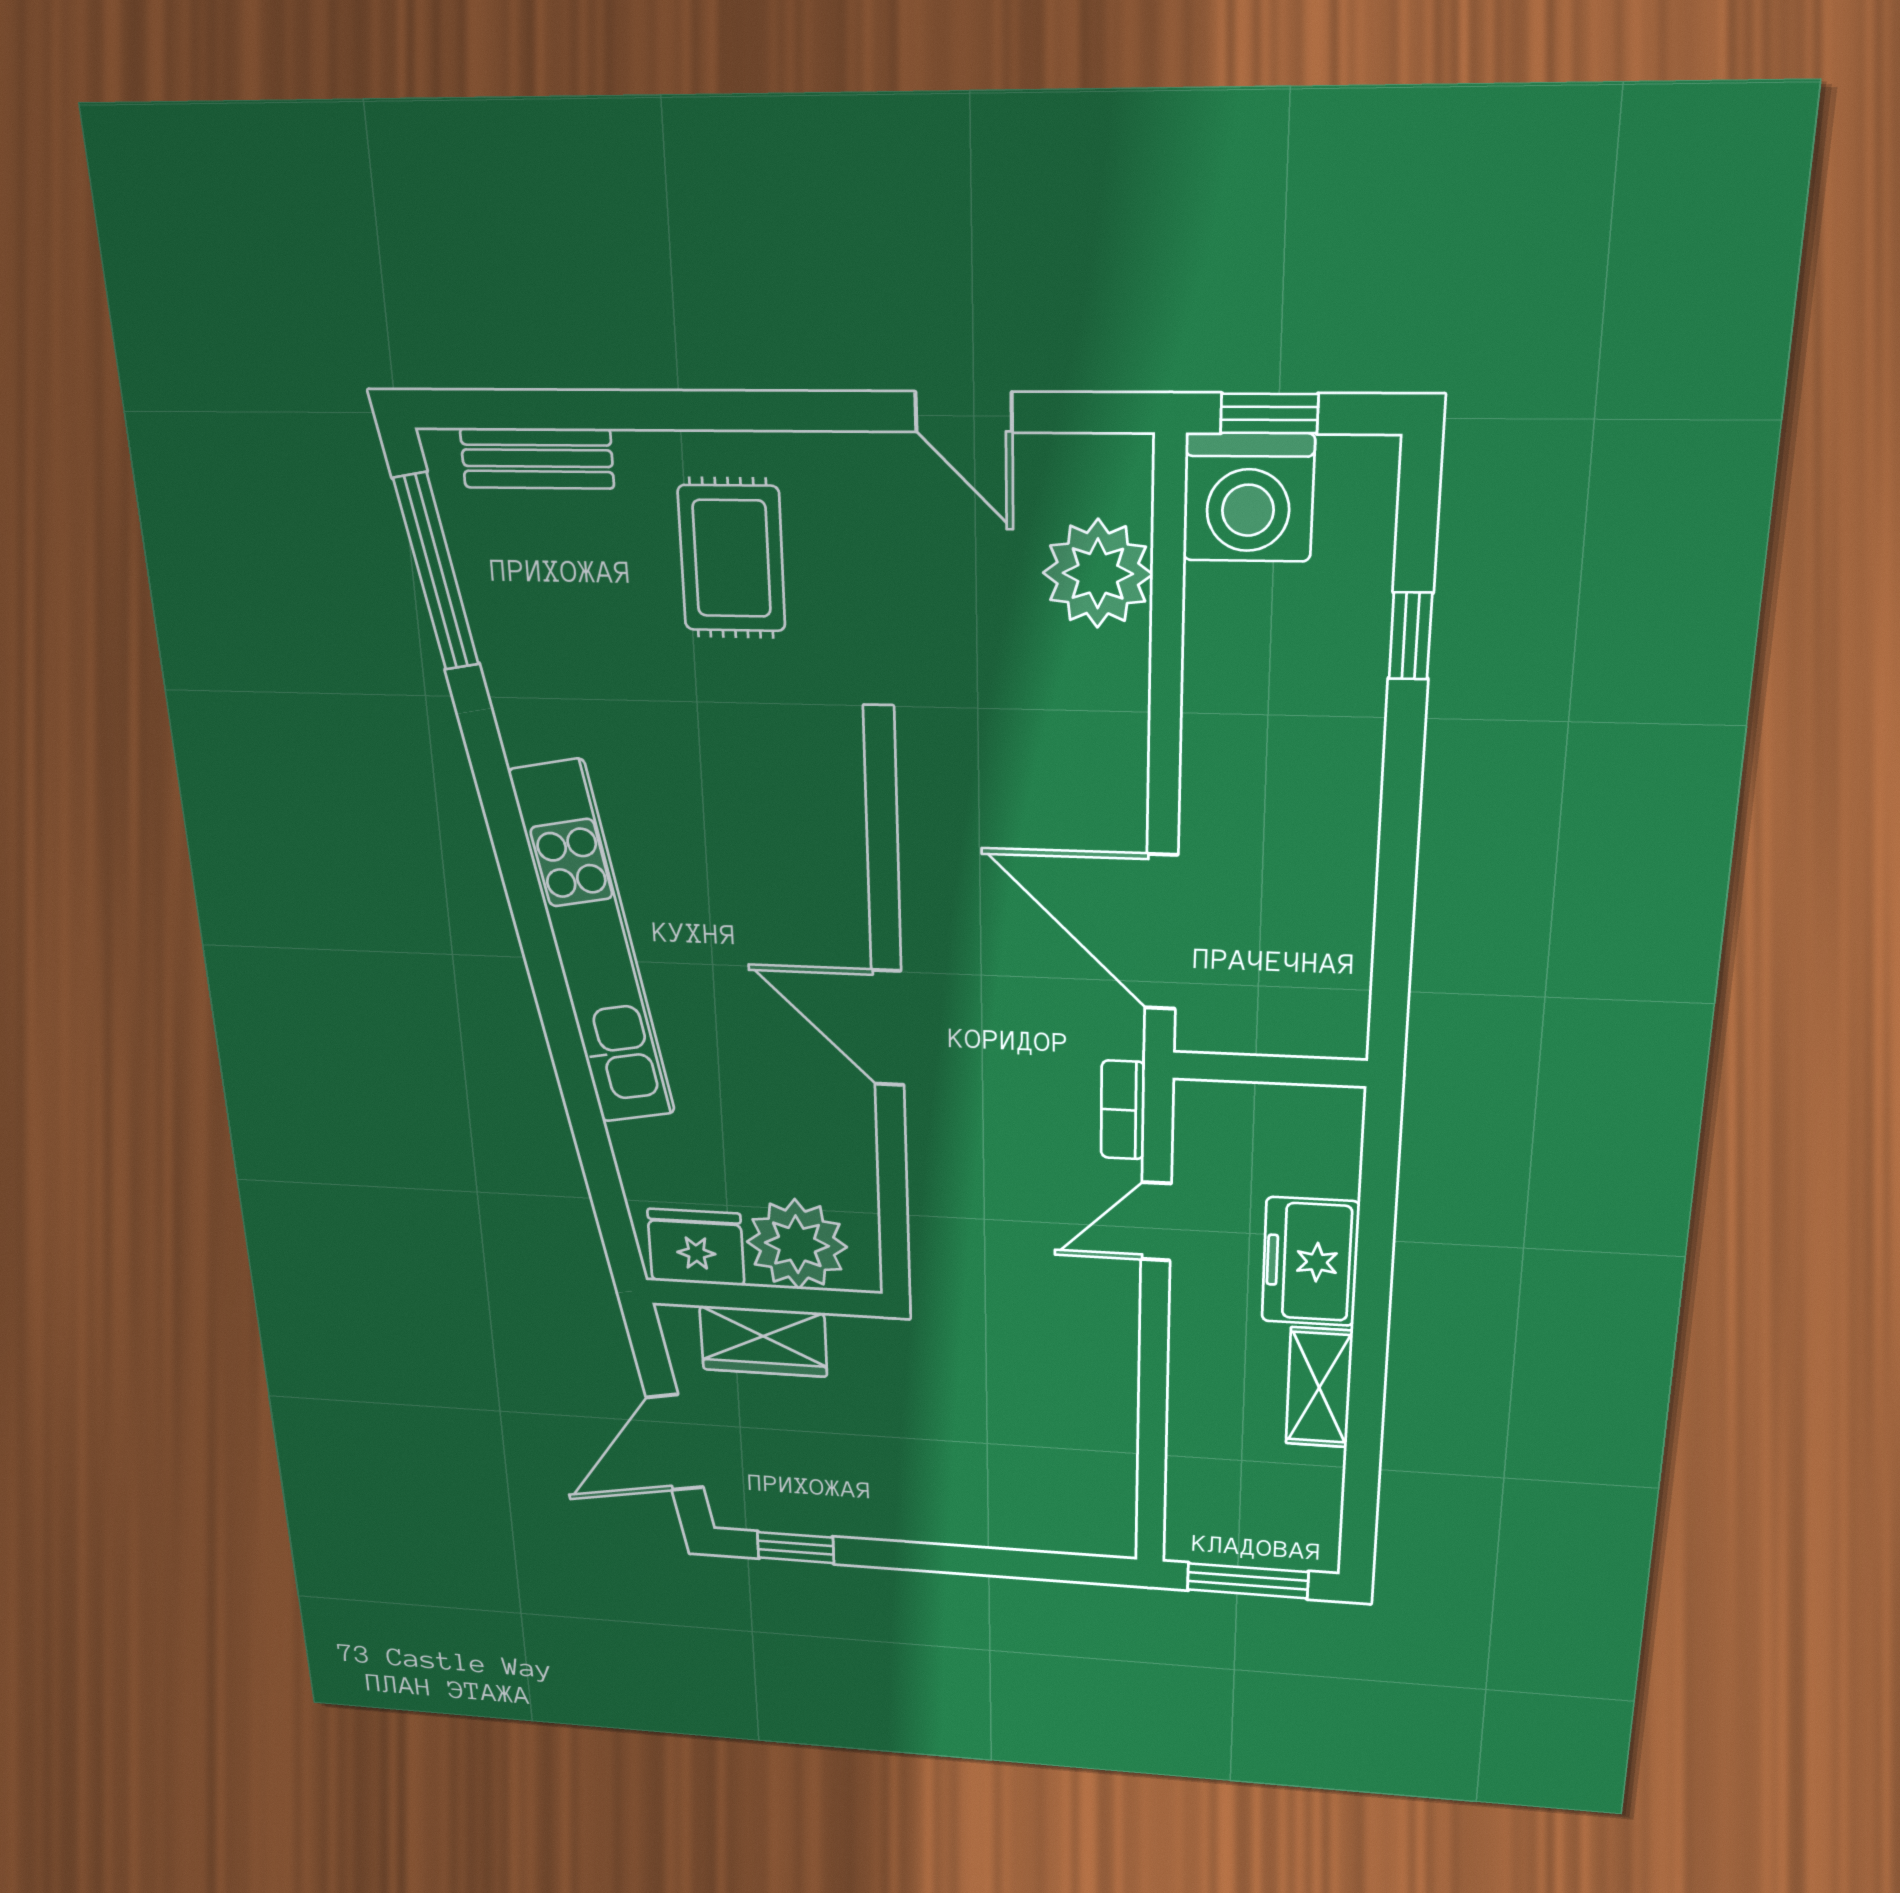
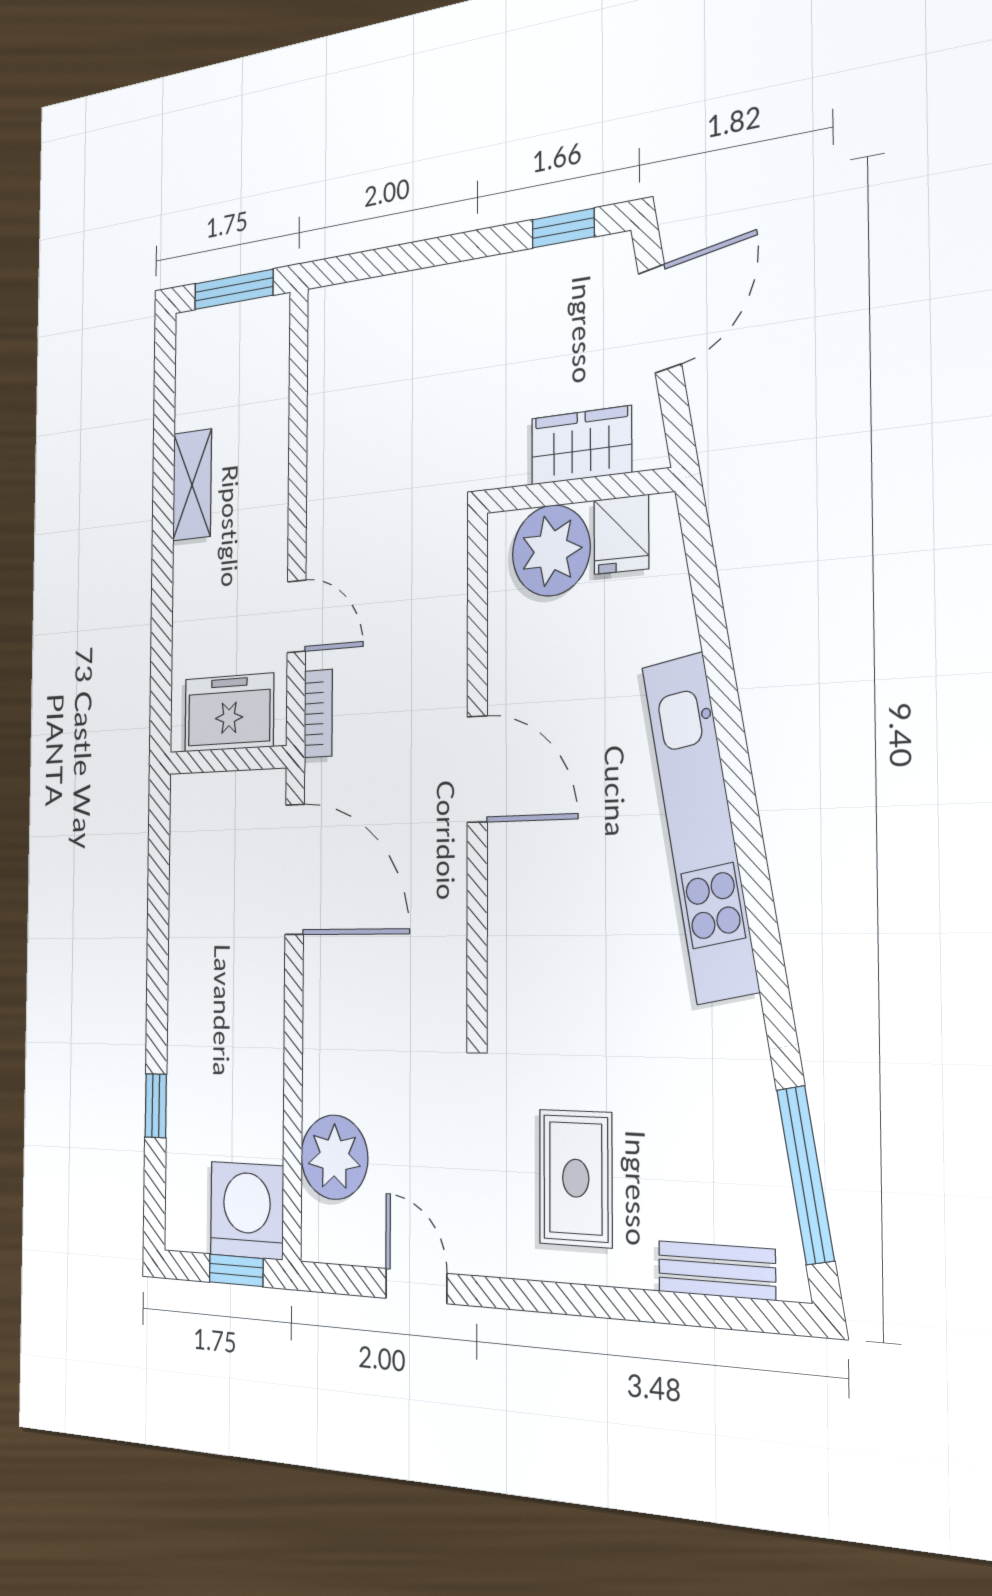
door: (1156, 1221) -> (297, 616), hinge flipped
fridge: (696, 1247) -> (621, 534), width x0.72
freezer: (1310, 1262) -> (229, 713), moved, turned -90

